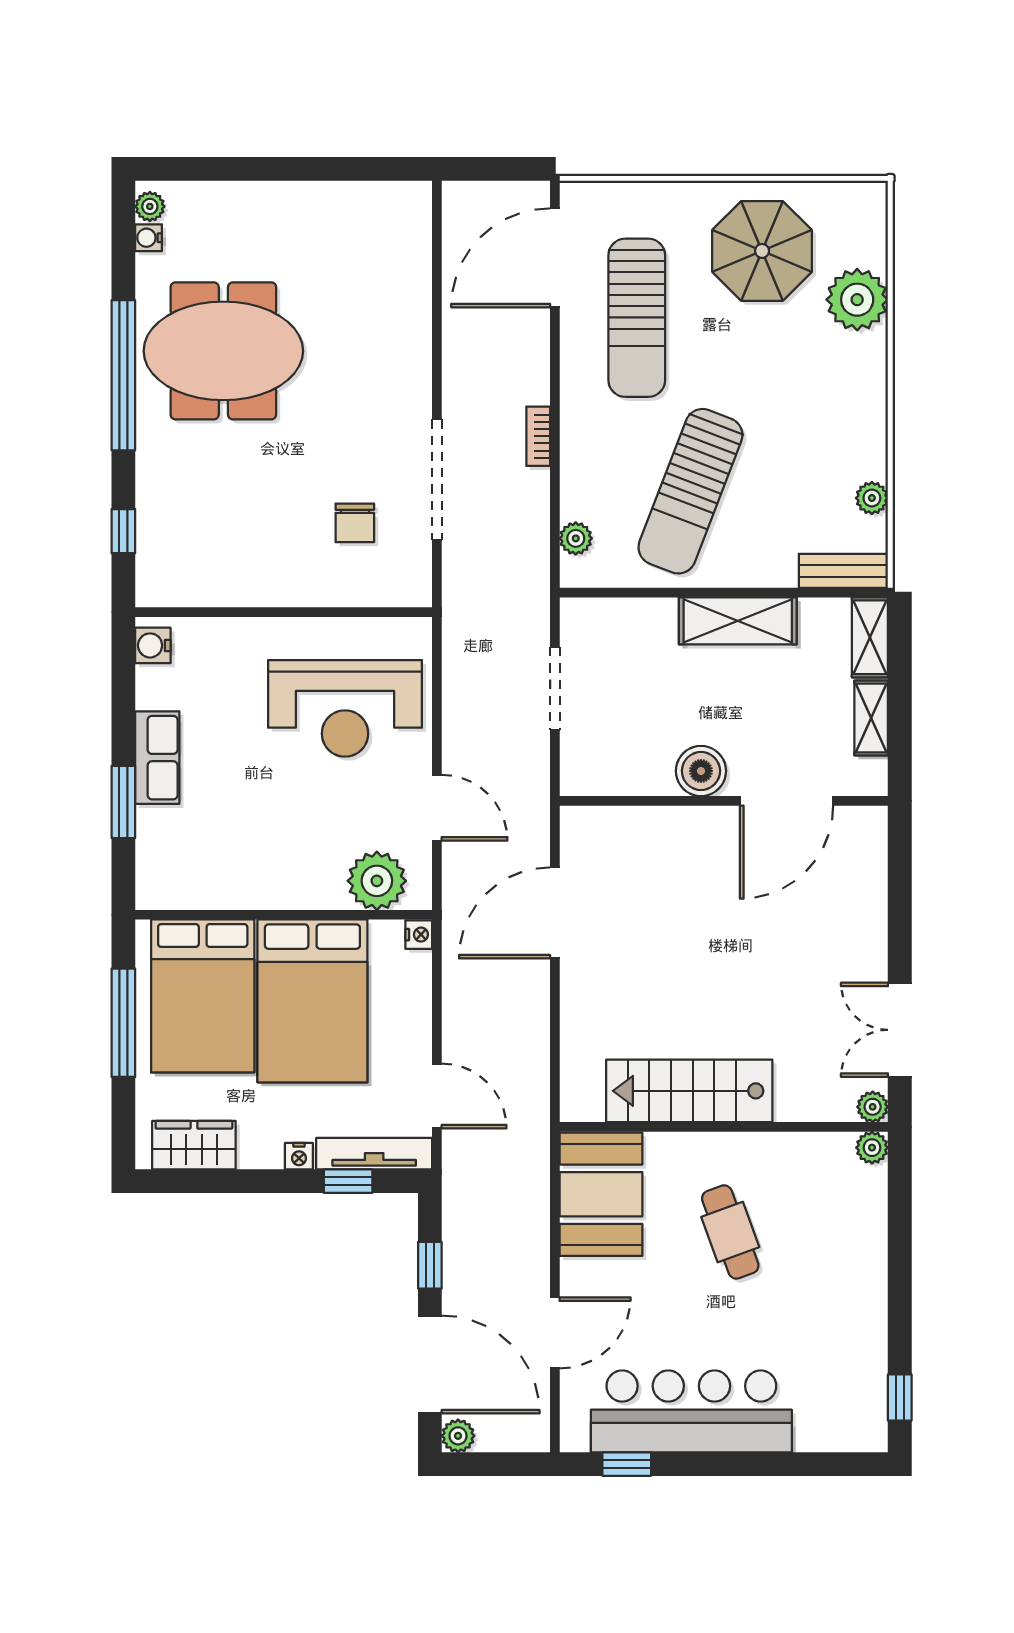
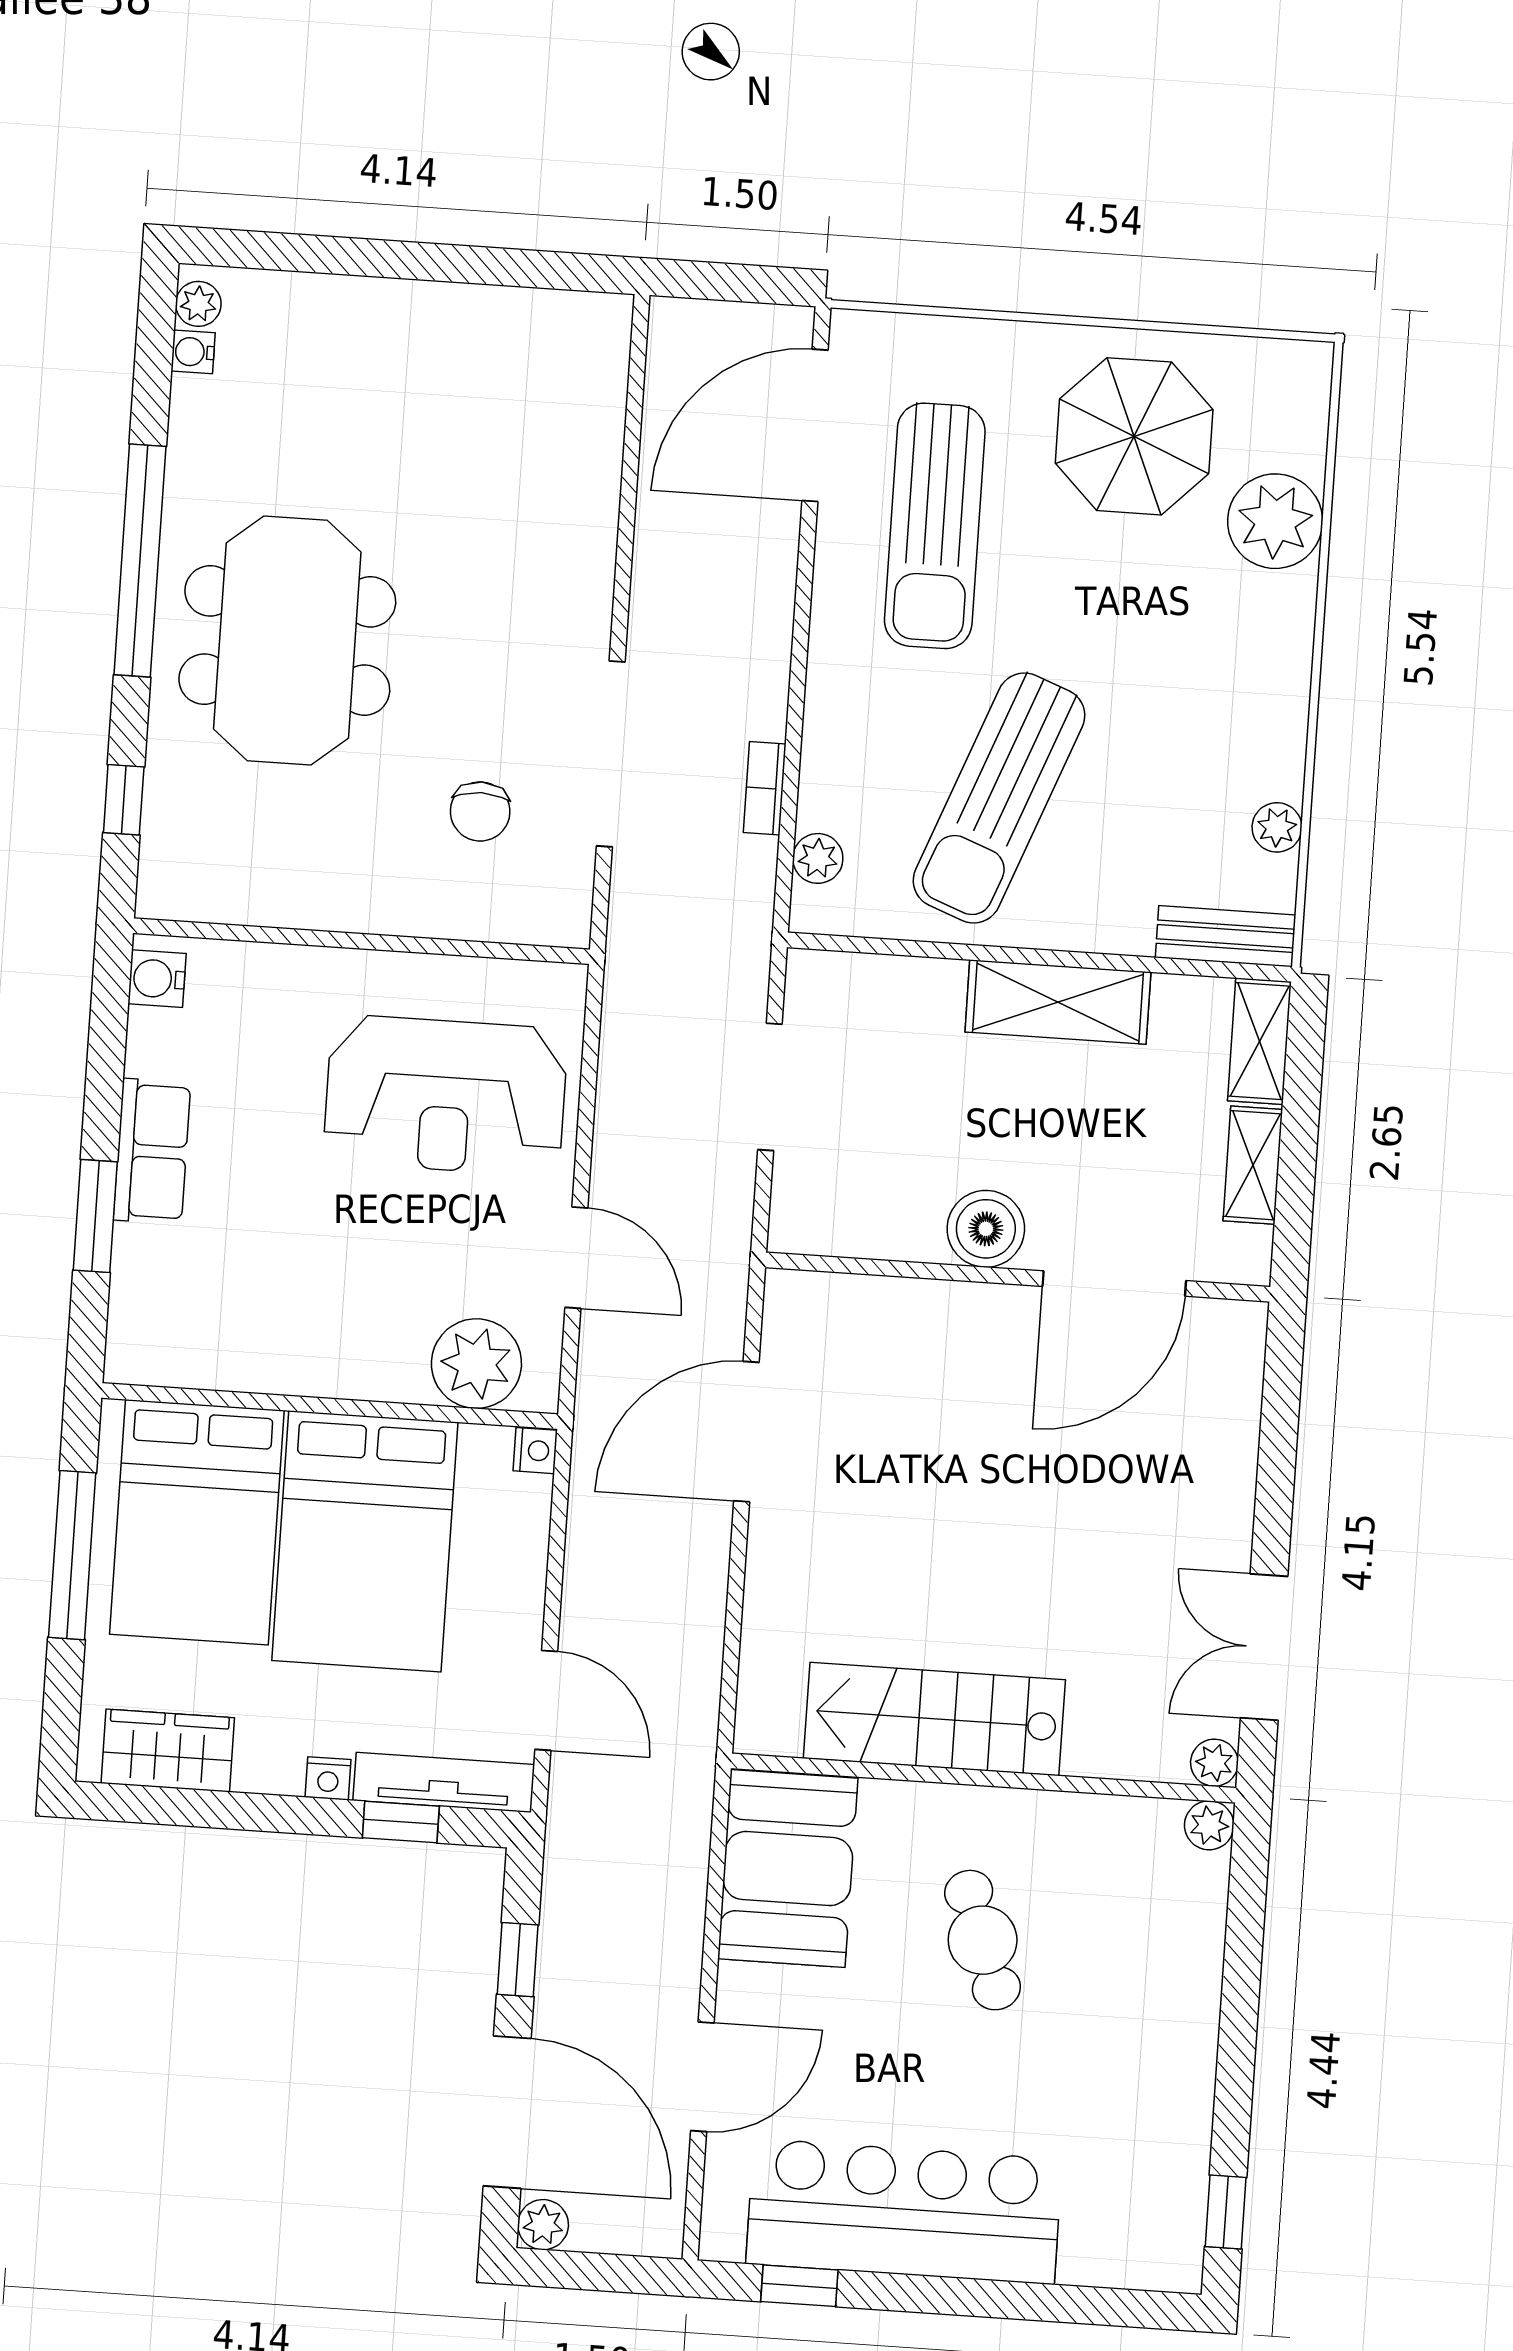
meeting table: (223, 351) -> (287, 640), moved, turned 90
bookcase: (538, 436) -> (765, 788), moved

